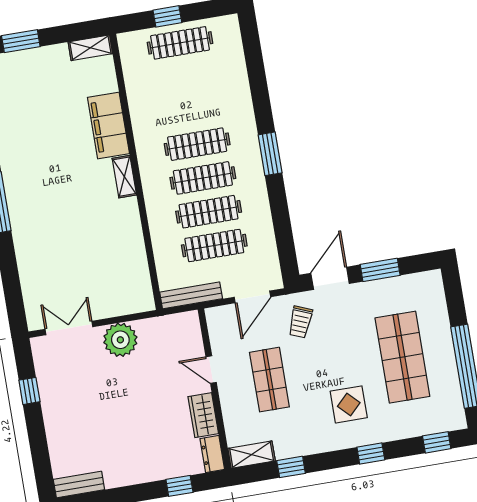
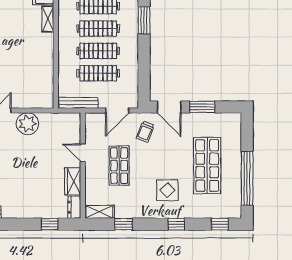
door: (330, 278) -> (169, 107), swing flipped

